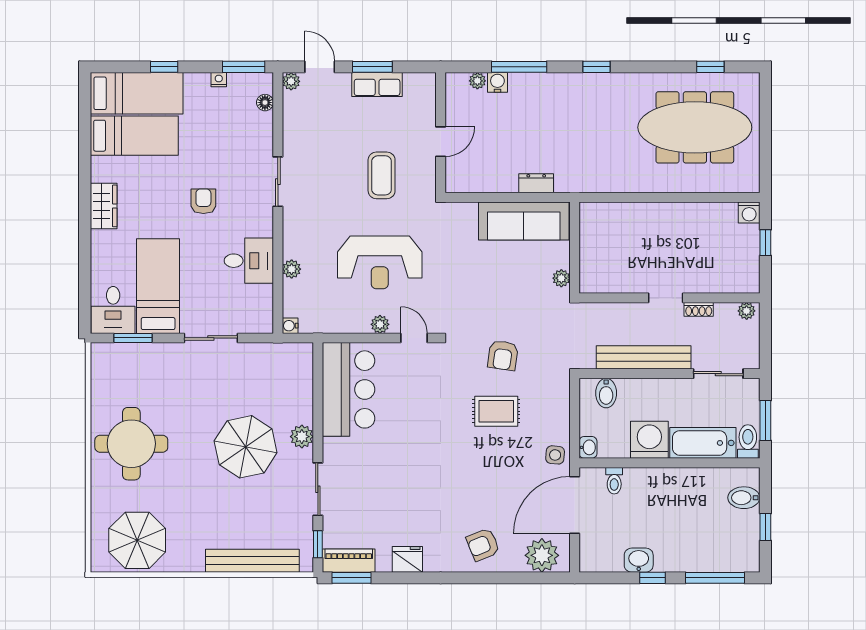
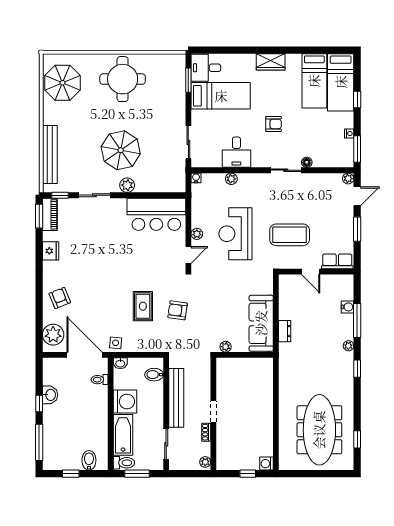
plant: (477, 81) -> (348, 346), moved
row of seats: (377, 84) -> (337, 261), moved, turned 90
floor lamp: (265, 103) -> (307, 162), moved
coffee table: (382, 175) -> (290, 235), width x1.36, depth x1.32
sliding door: (211, 338) -> (188, 142), moved

